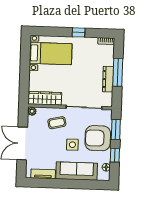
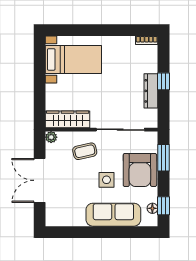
window: (79, 32) -> (109, 30), removed
window: (118, 72) -> (163, 81), width x0.46
armchair: (98, 138) -> (140, 170), turned -90
window: (115, 155) -> (163, 206), moved
tv unit: (43, 174) -> (69, 220), removed

